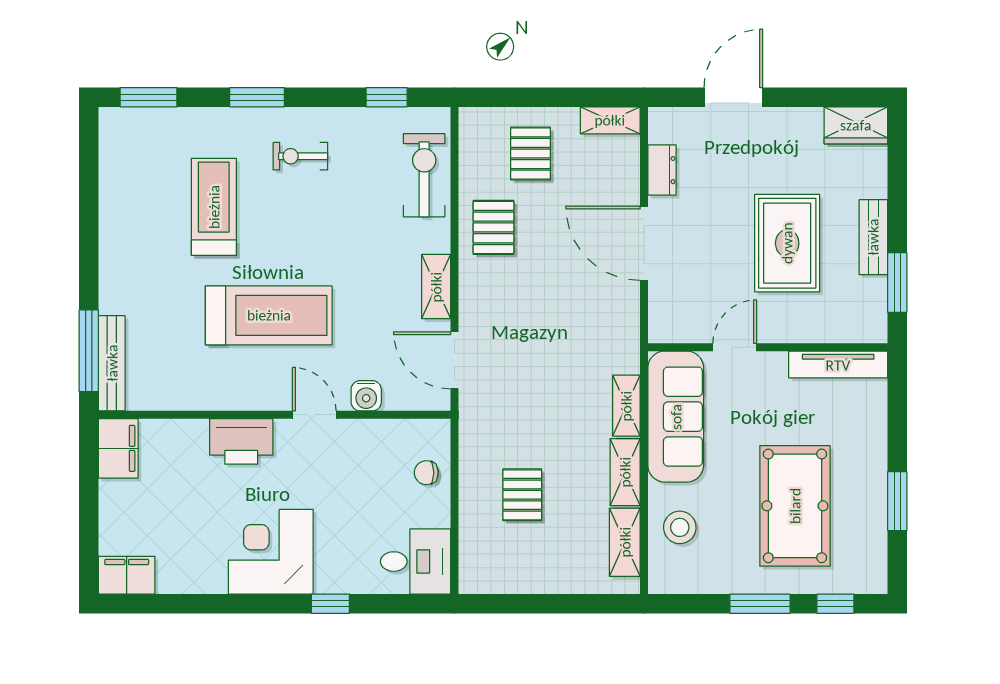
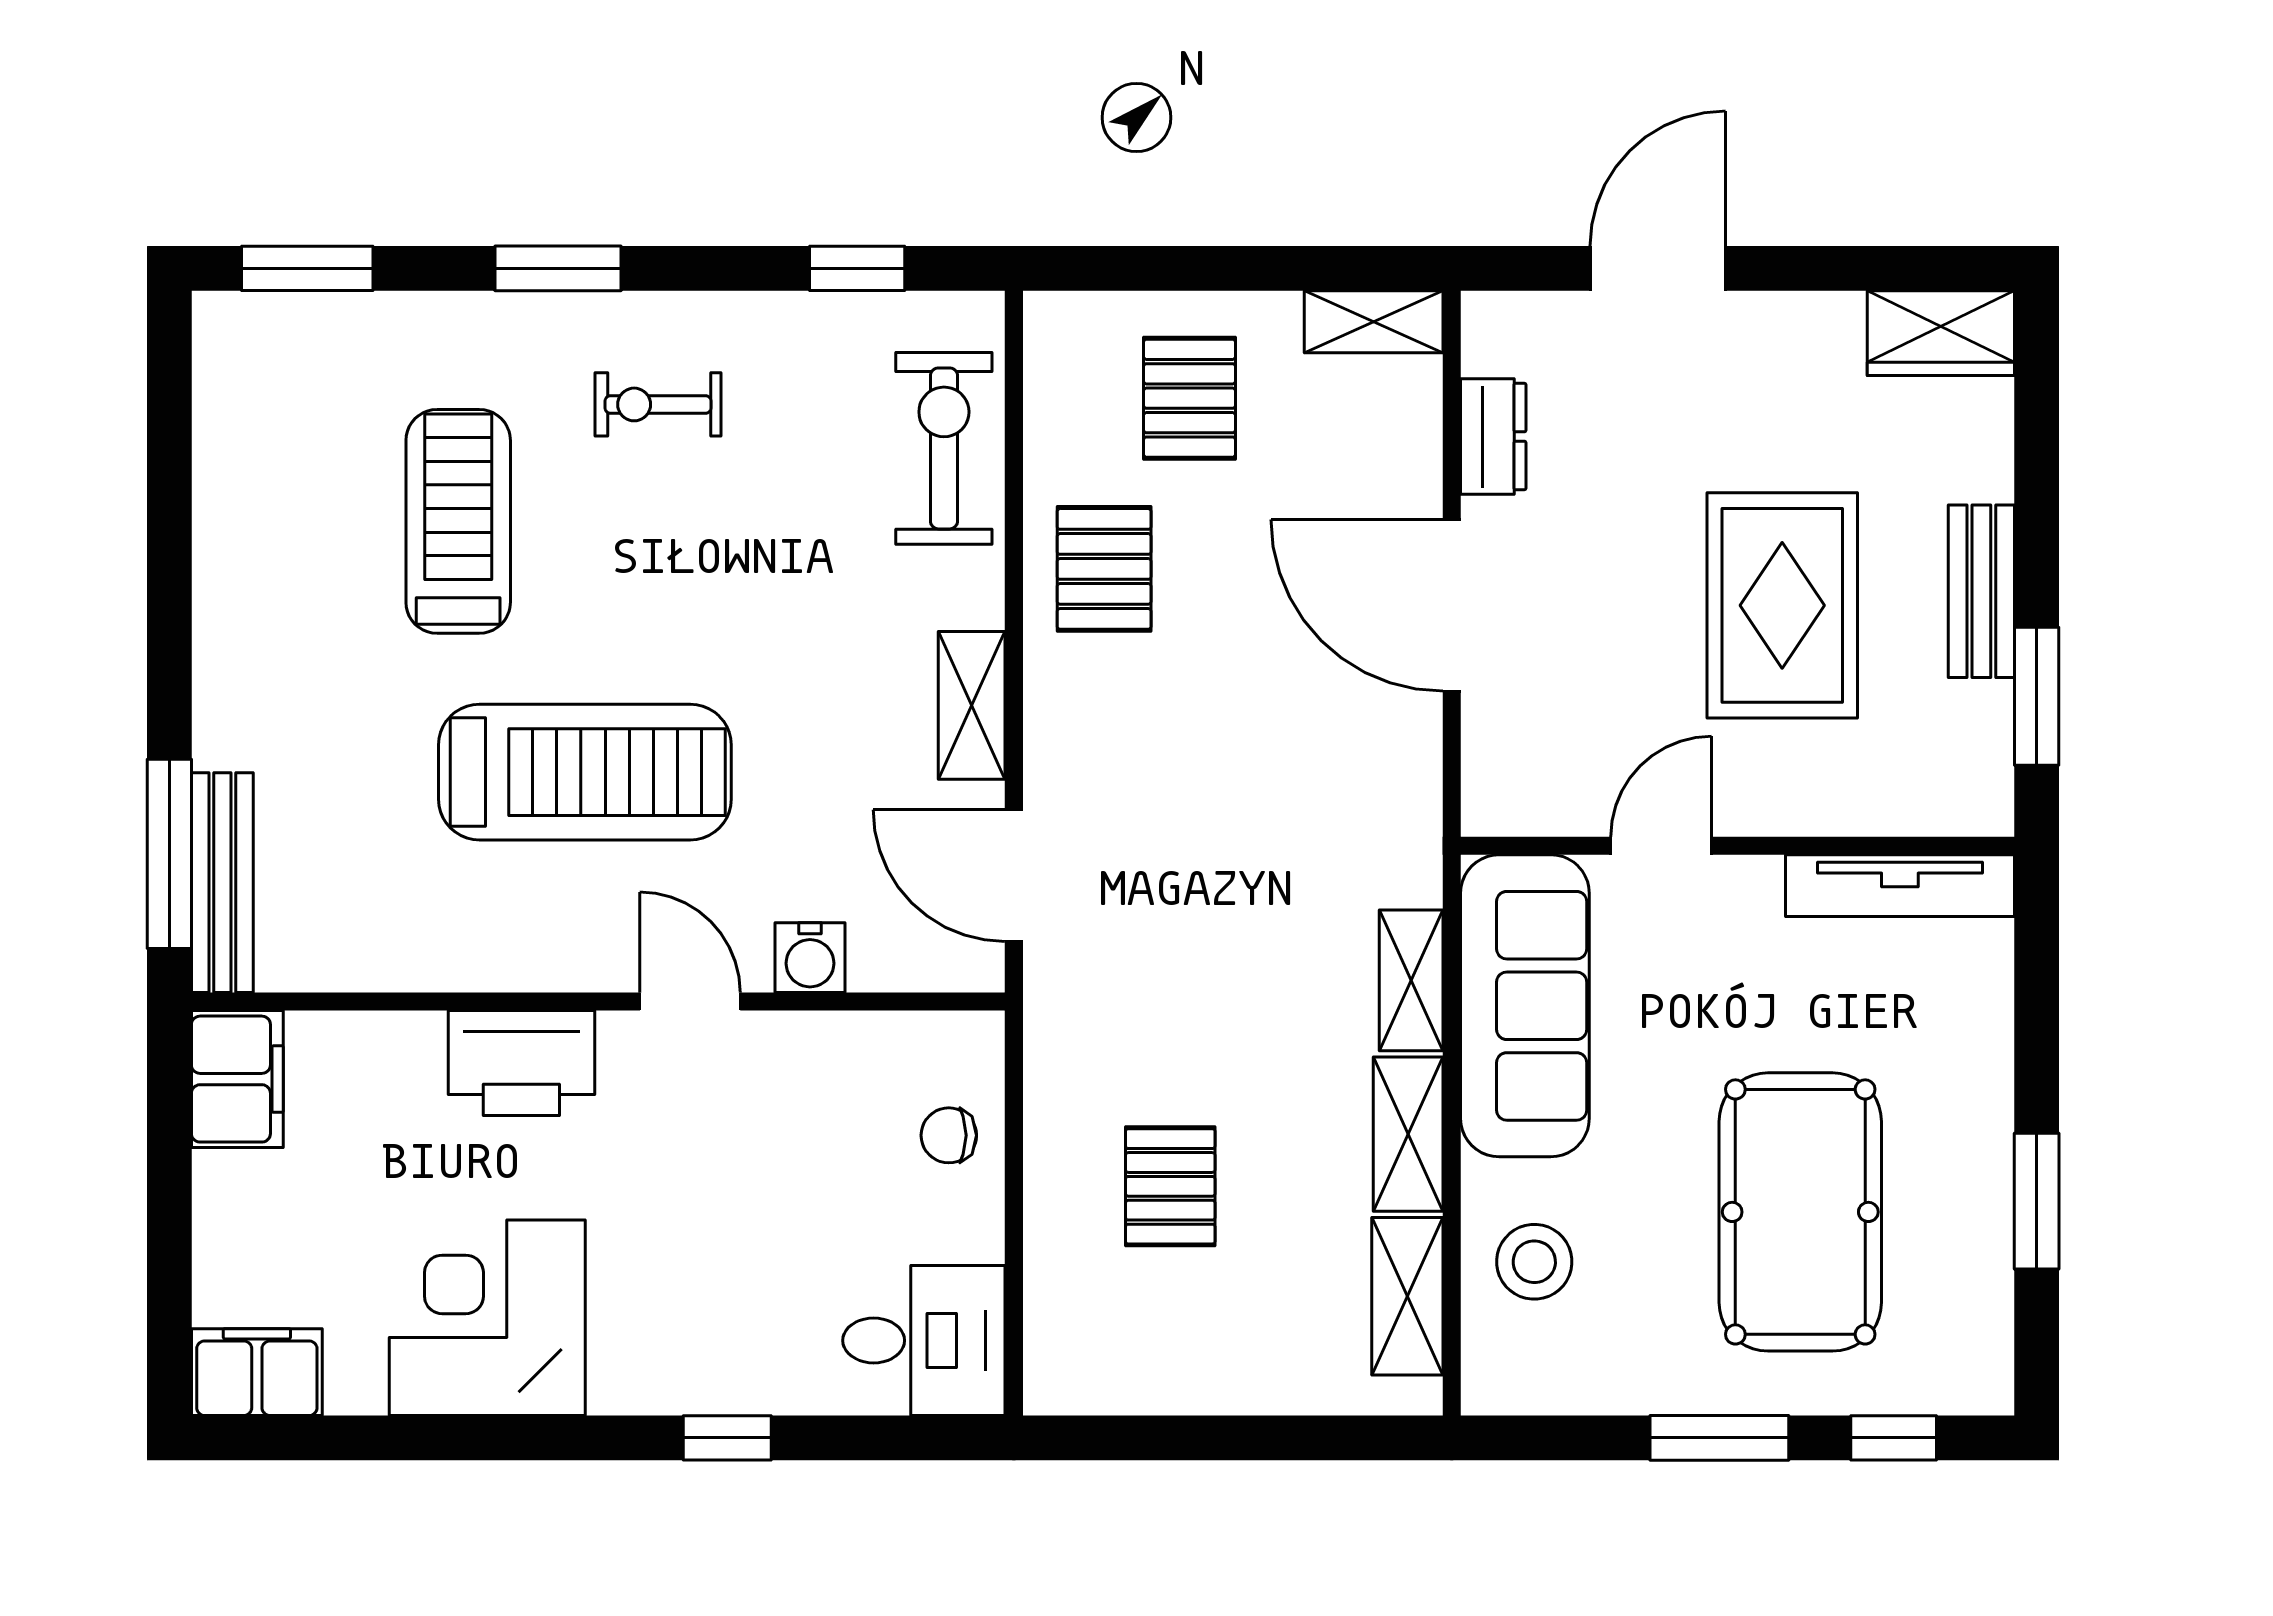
corner desk: (271, 552) -> (487, 1318), moved

